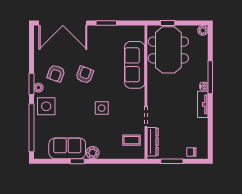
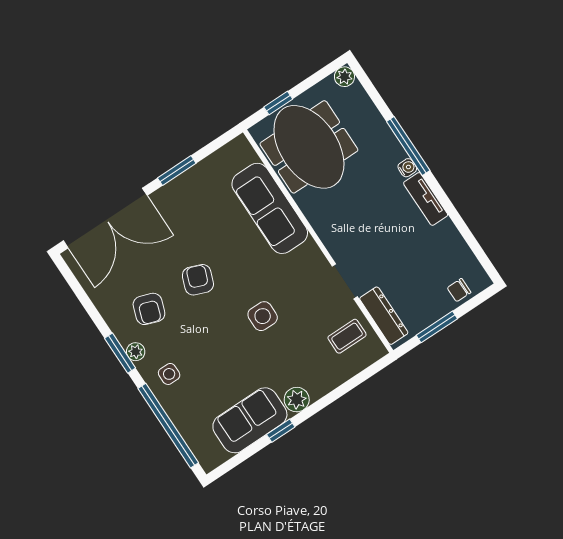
side table: (46, 106) -> (169, 374), width x0.54, depth x0.54

